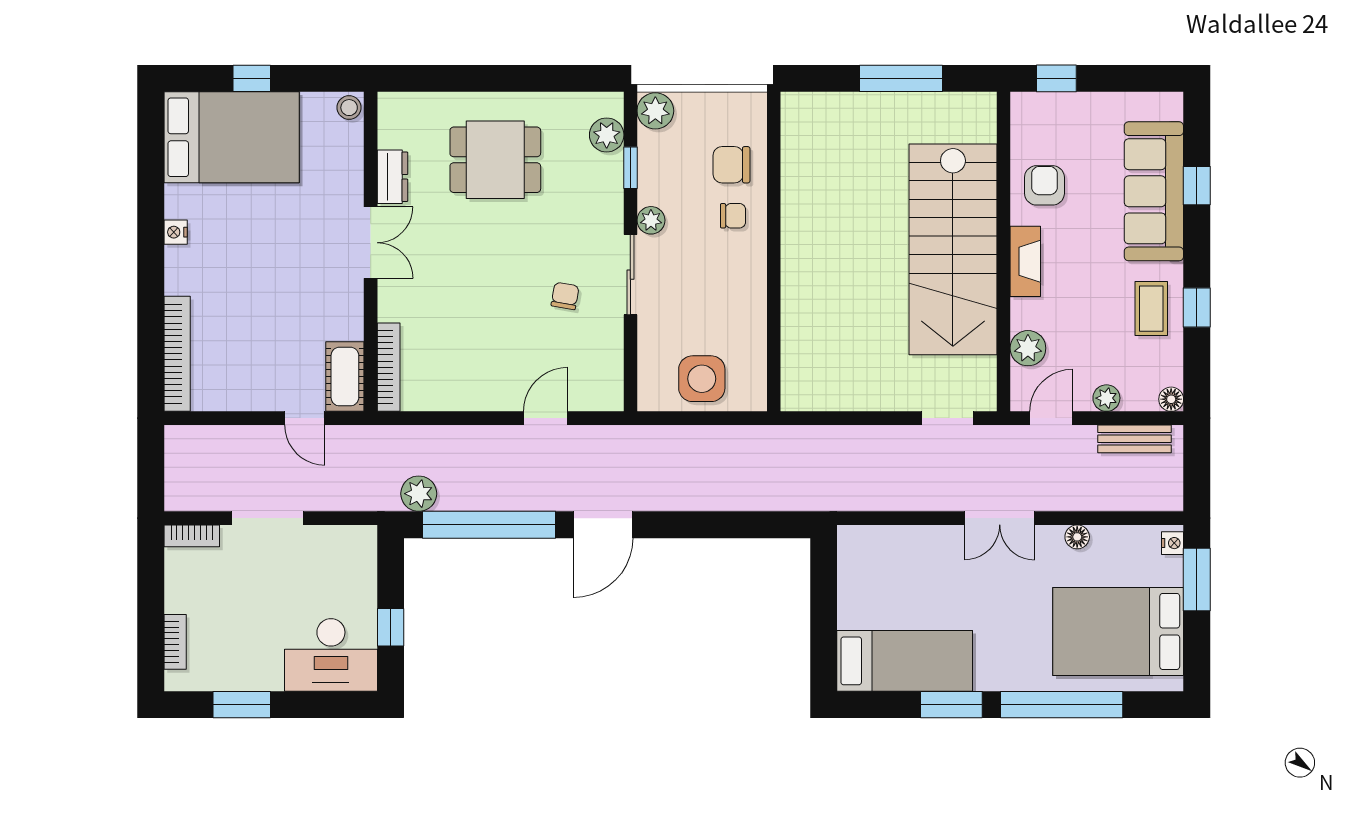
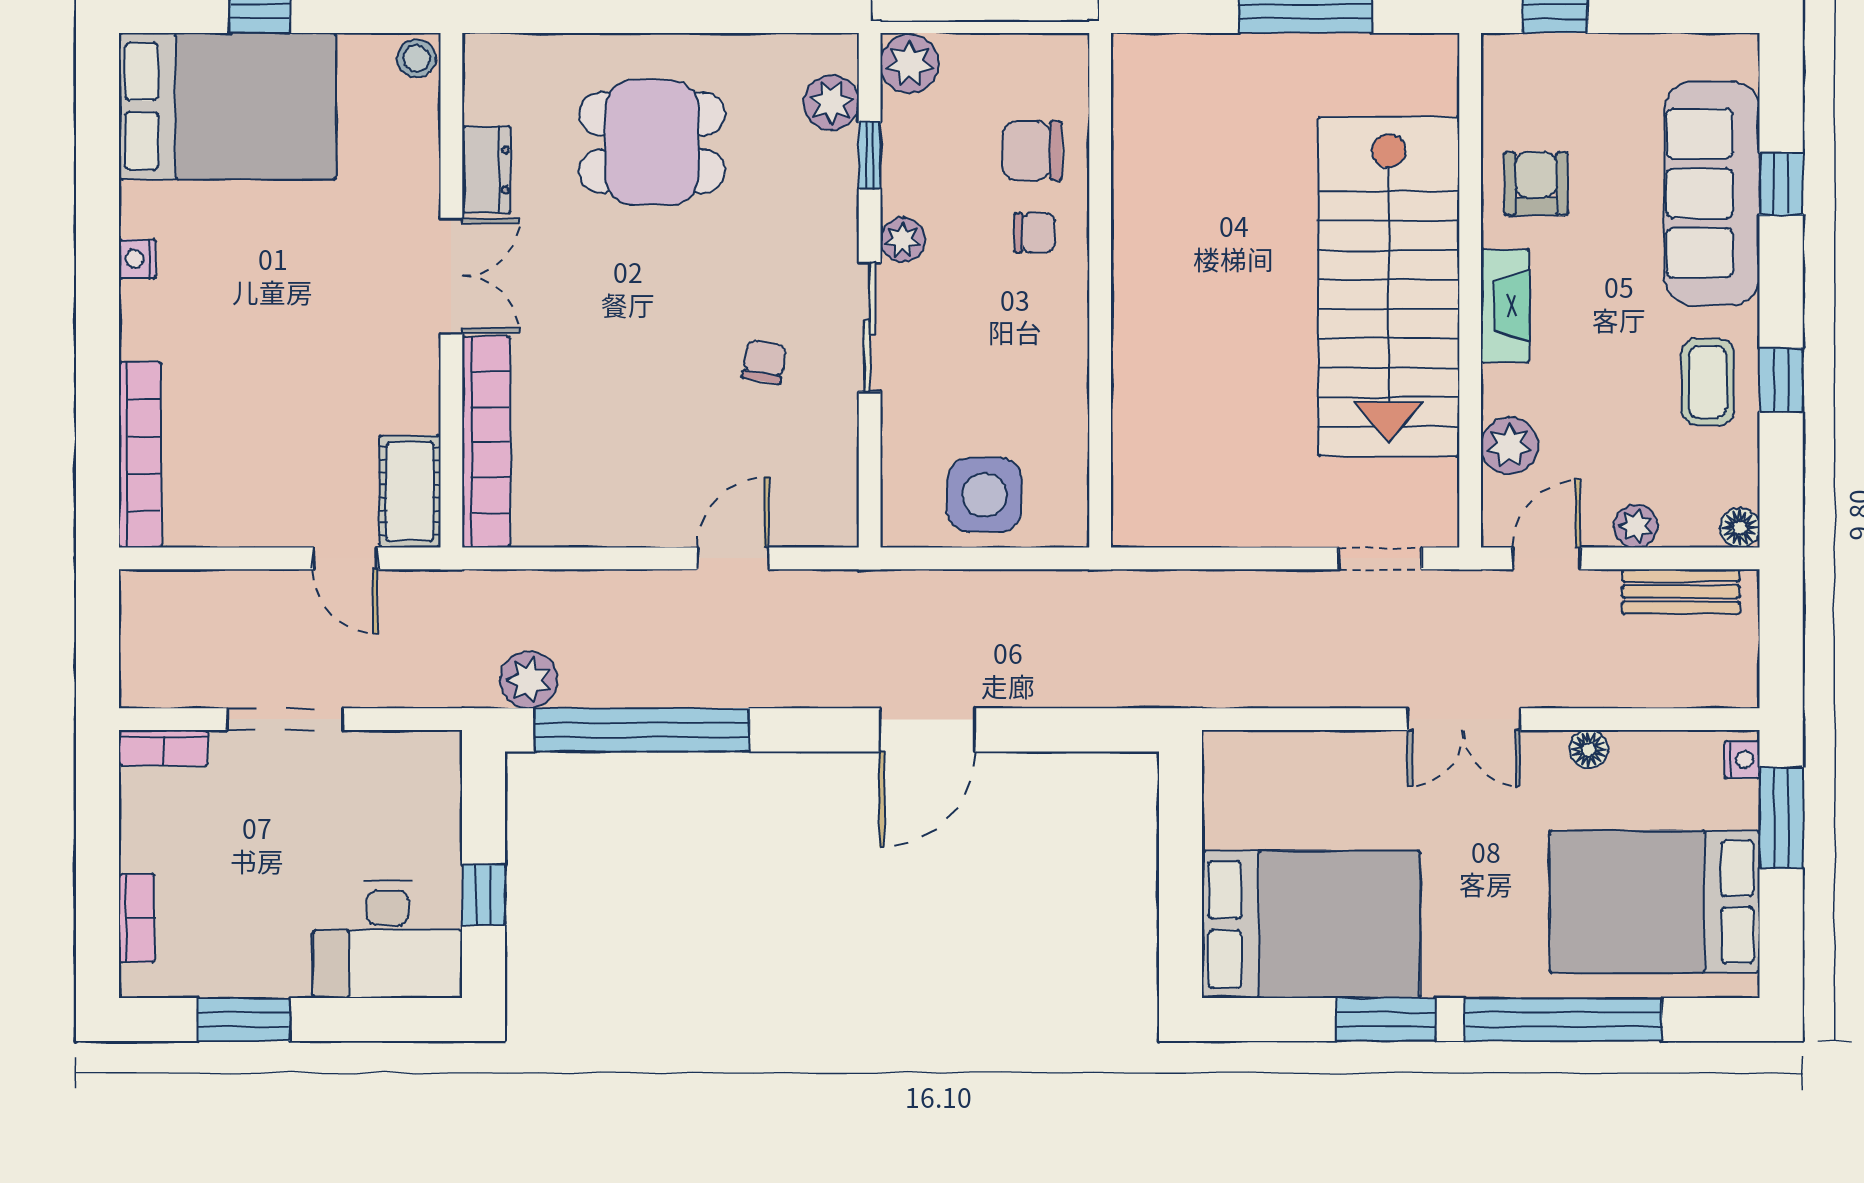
bookcase: (389, 367) -> (486, 442), width x1.48, depth x1.31
door: (603, 525) -> (927, 730), moved
bed: (905, 661) -> (1311, 924), width x1.50

